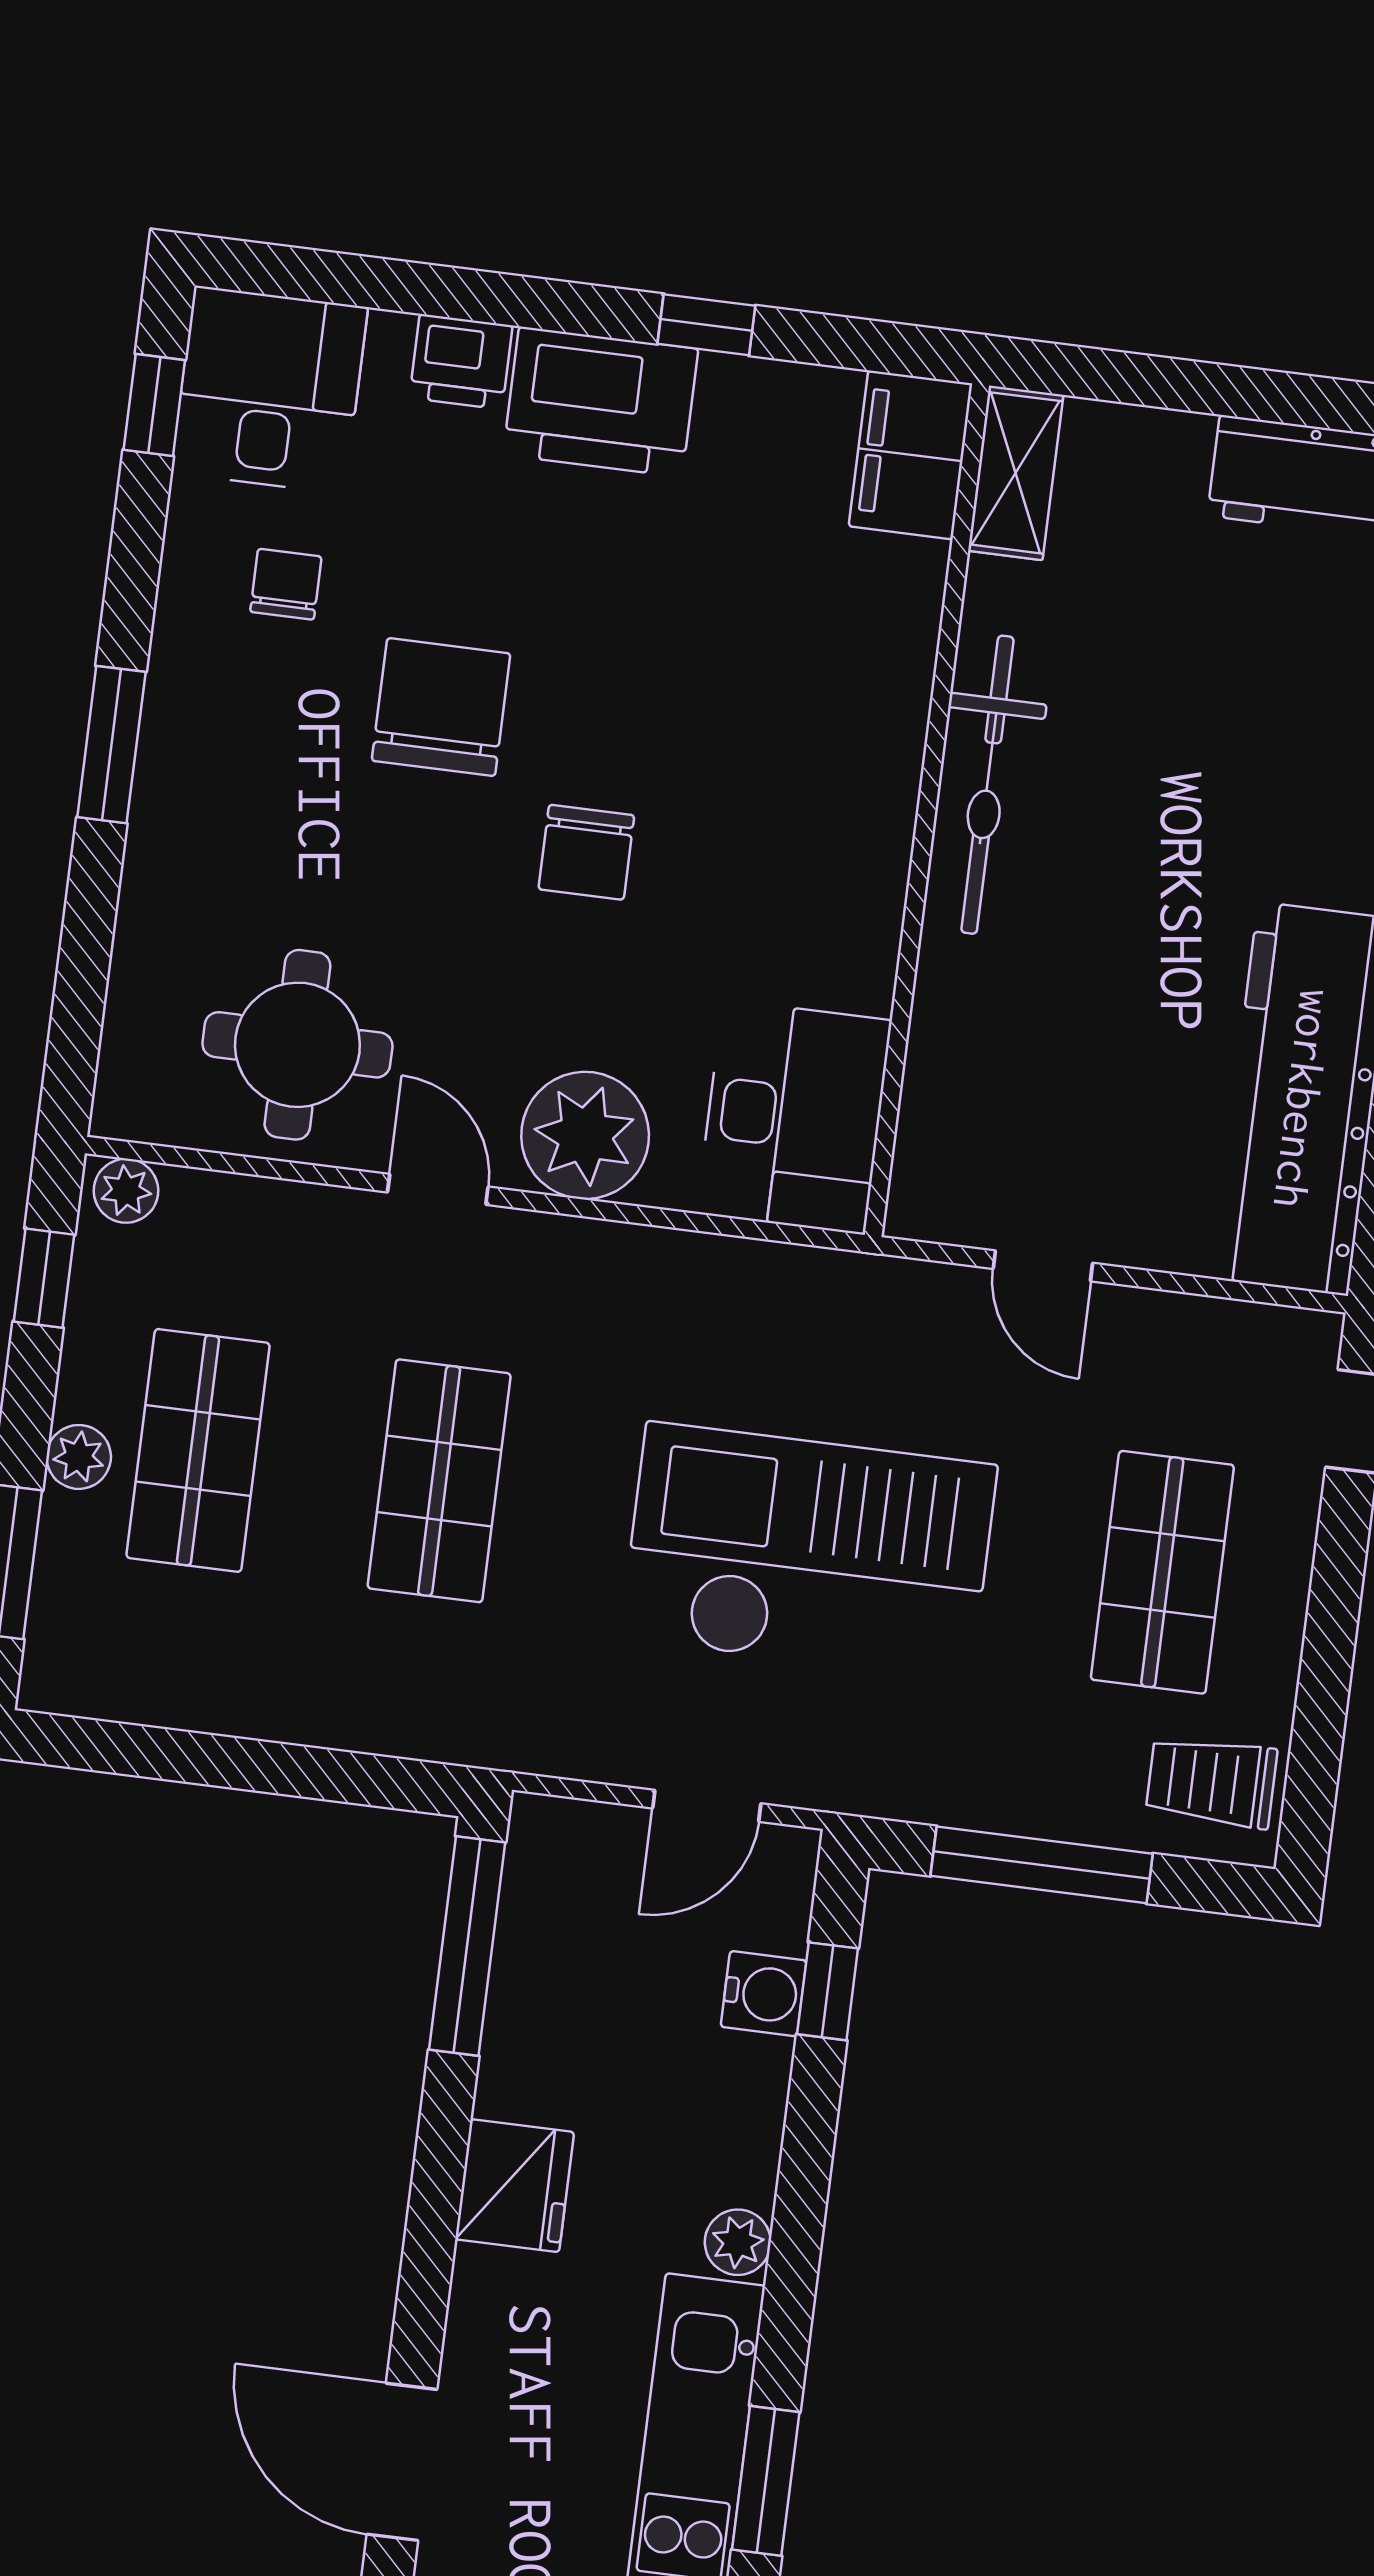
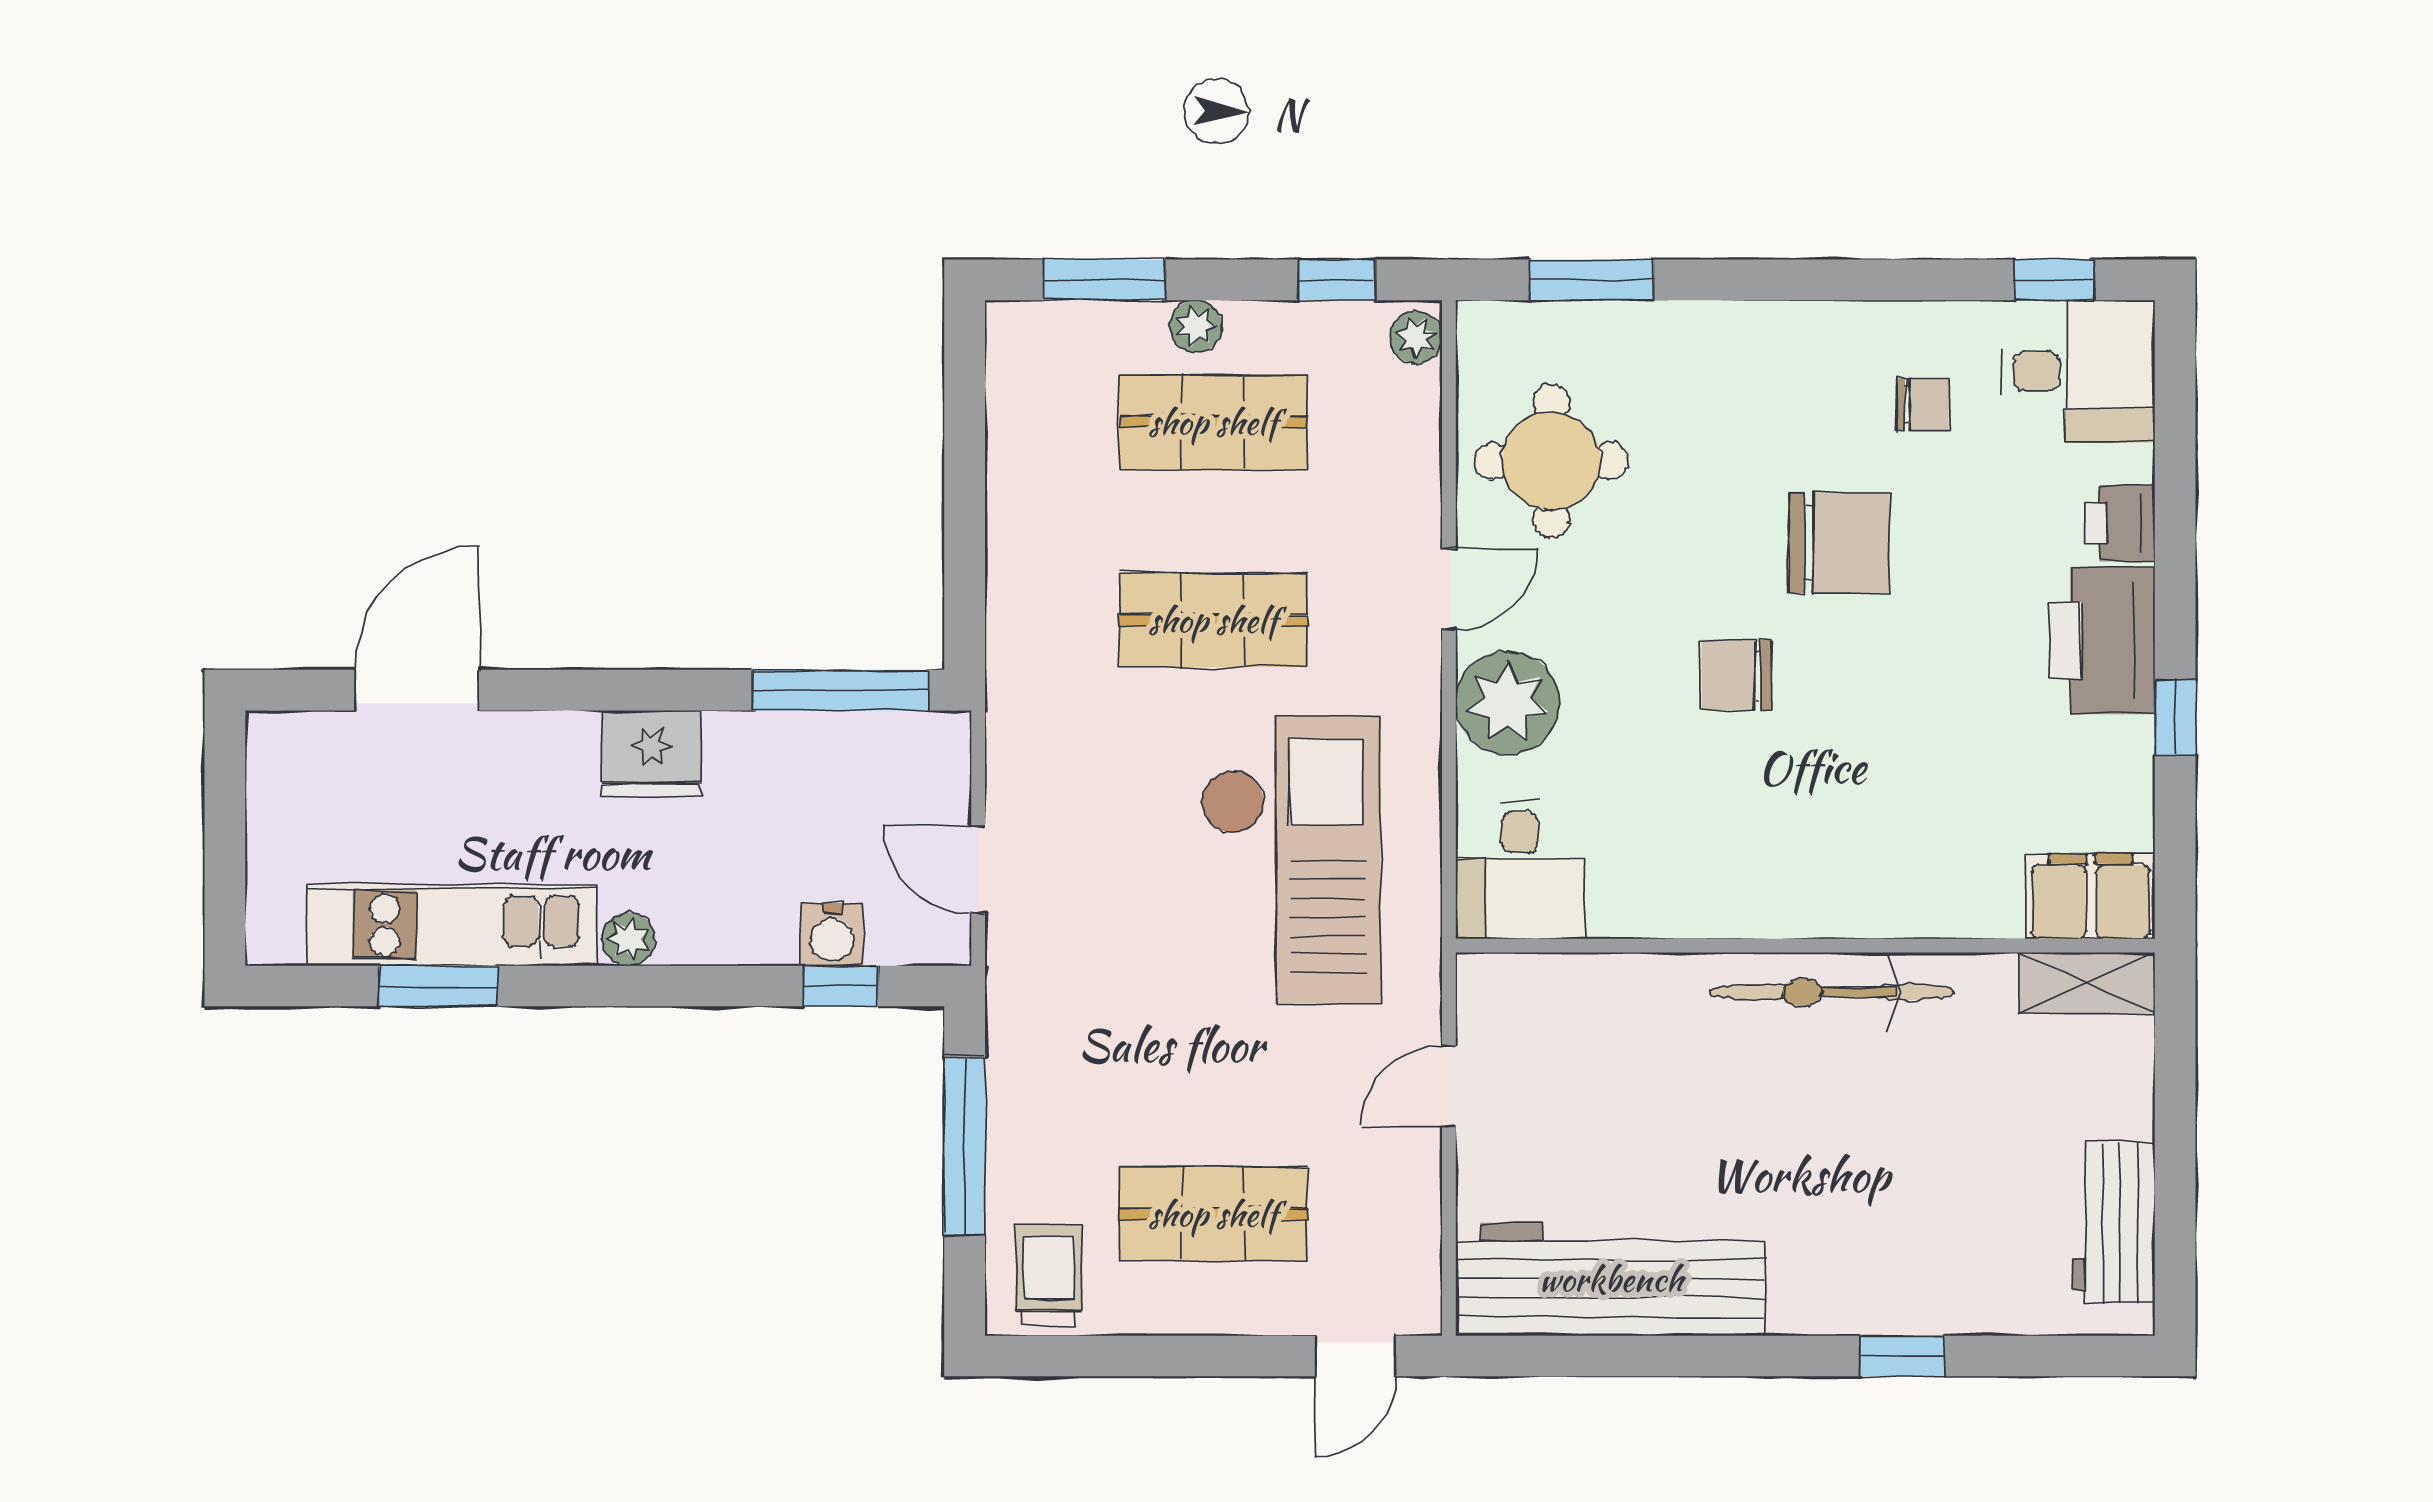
window: (111, 745) -> (1592, 280), moved
desk: (794, 1117) -> (1520, 870), width x0.73
checkout: (809, 1552) -> (1290, 859), moved

